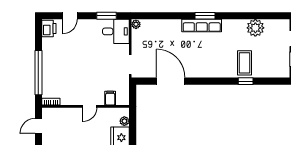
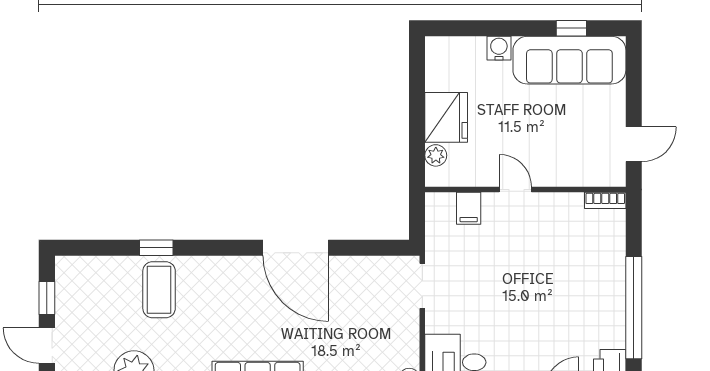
window: (38, 73) -> (634, 308), moved
door: (171, 81) -> (296, 248), moved
door: (90, 106) -> (515, 190), hinge flipped

